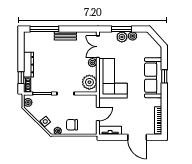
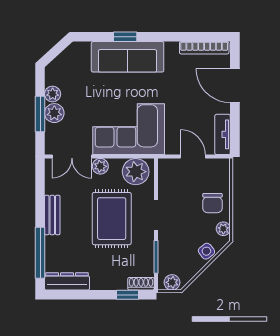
dresser: (28, 65) -> (67, 281), moved
rug: (63, 69) -> (112, 219), added
door: (137, 137) -> (235, 86), swing flipped

